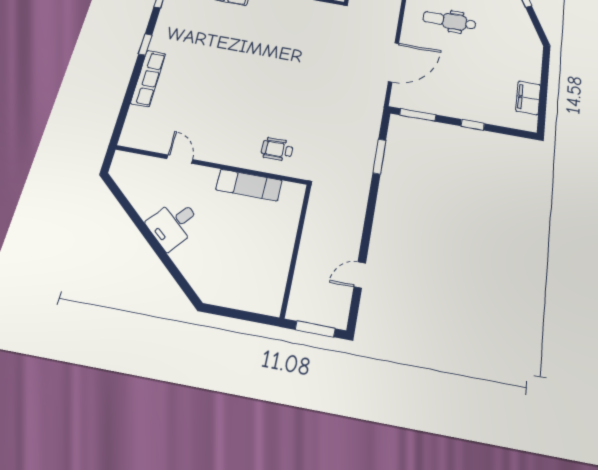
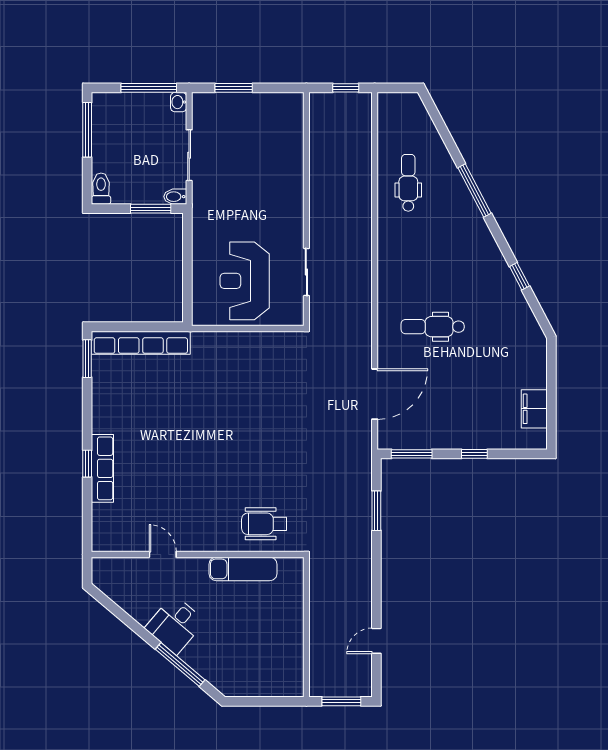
window: (145, 45) -> (87, 464), moved
wheelchair: (277, 149) -> (264, 524), width x1.36, depth x1.37
window: (168, 263) -> (180, 665), added

